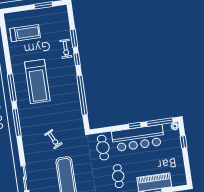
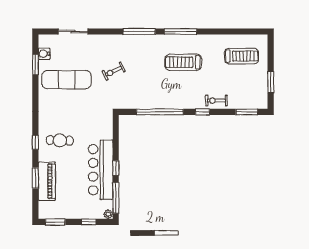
treadmill: (25, 33) -> (242, 56), turned -90
window: (74, 38) -> (247, 112), moved
treadmill: (37, 81) -> (183, 62), width x0.73, depth x0.73
cafe table: (103, 148) -> (96, 127), removed
window: (188, 170) -> (55, 222), added

